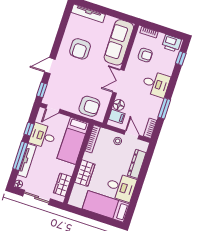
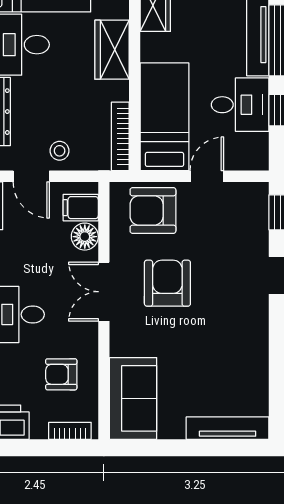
sofa: (119, 42) -> (133, 398), width x0.73
armchair: (80, 49) -> (167, 283), moved
double door: (118, 81) -> (104, 292), swing flipped
door: (53, 109) -> (207, 176), moved

